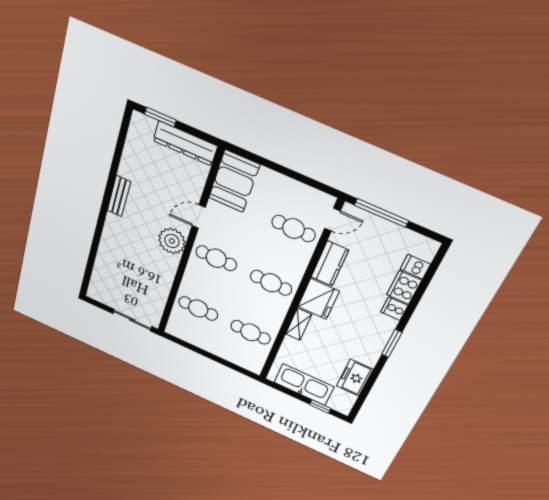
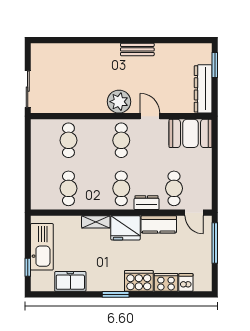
dresser: (298, 265) -> (147, 203), added
cooker: (394, 309) -> (139, 281), width x1.87, depth x1.31

